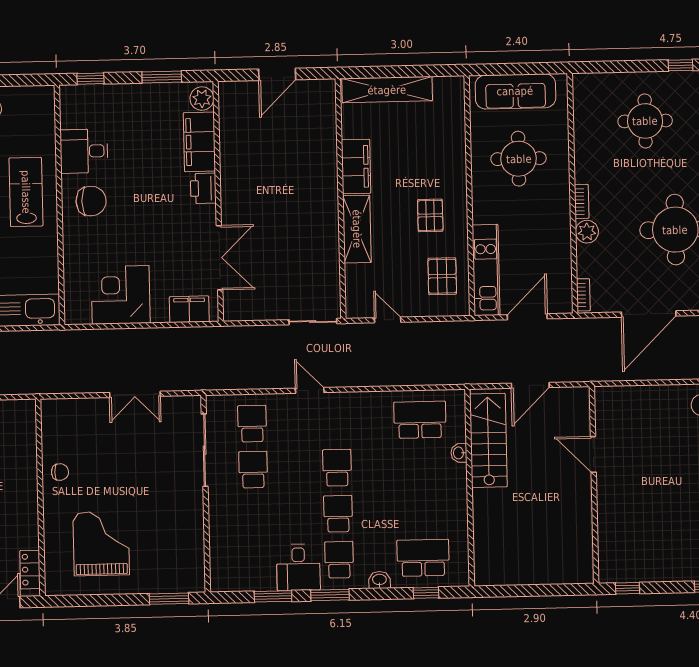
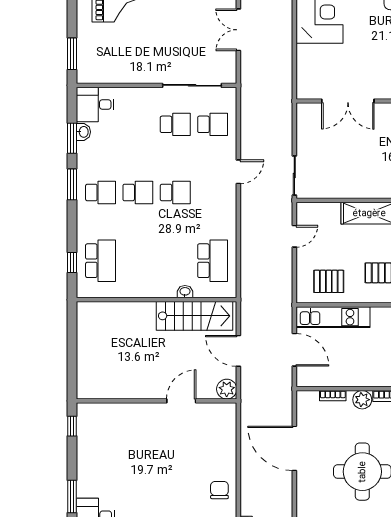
bookcase: (583, 295) -> (333, 396), moved
filing cabinet: (189, 309) -> (307, 75), removed
plant: (578, 399) -> (227, 389), added
desk: (298, 567) -> (95, 104), moved
washbasin: (379, 580) -> (83, 132), moved

